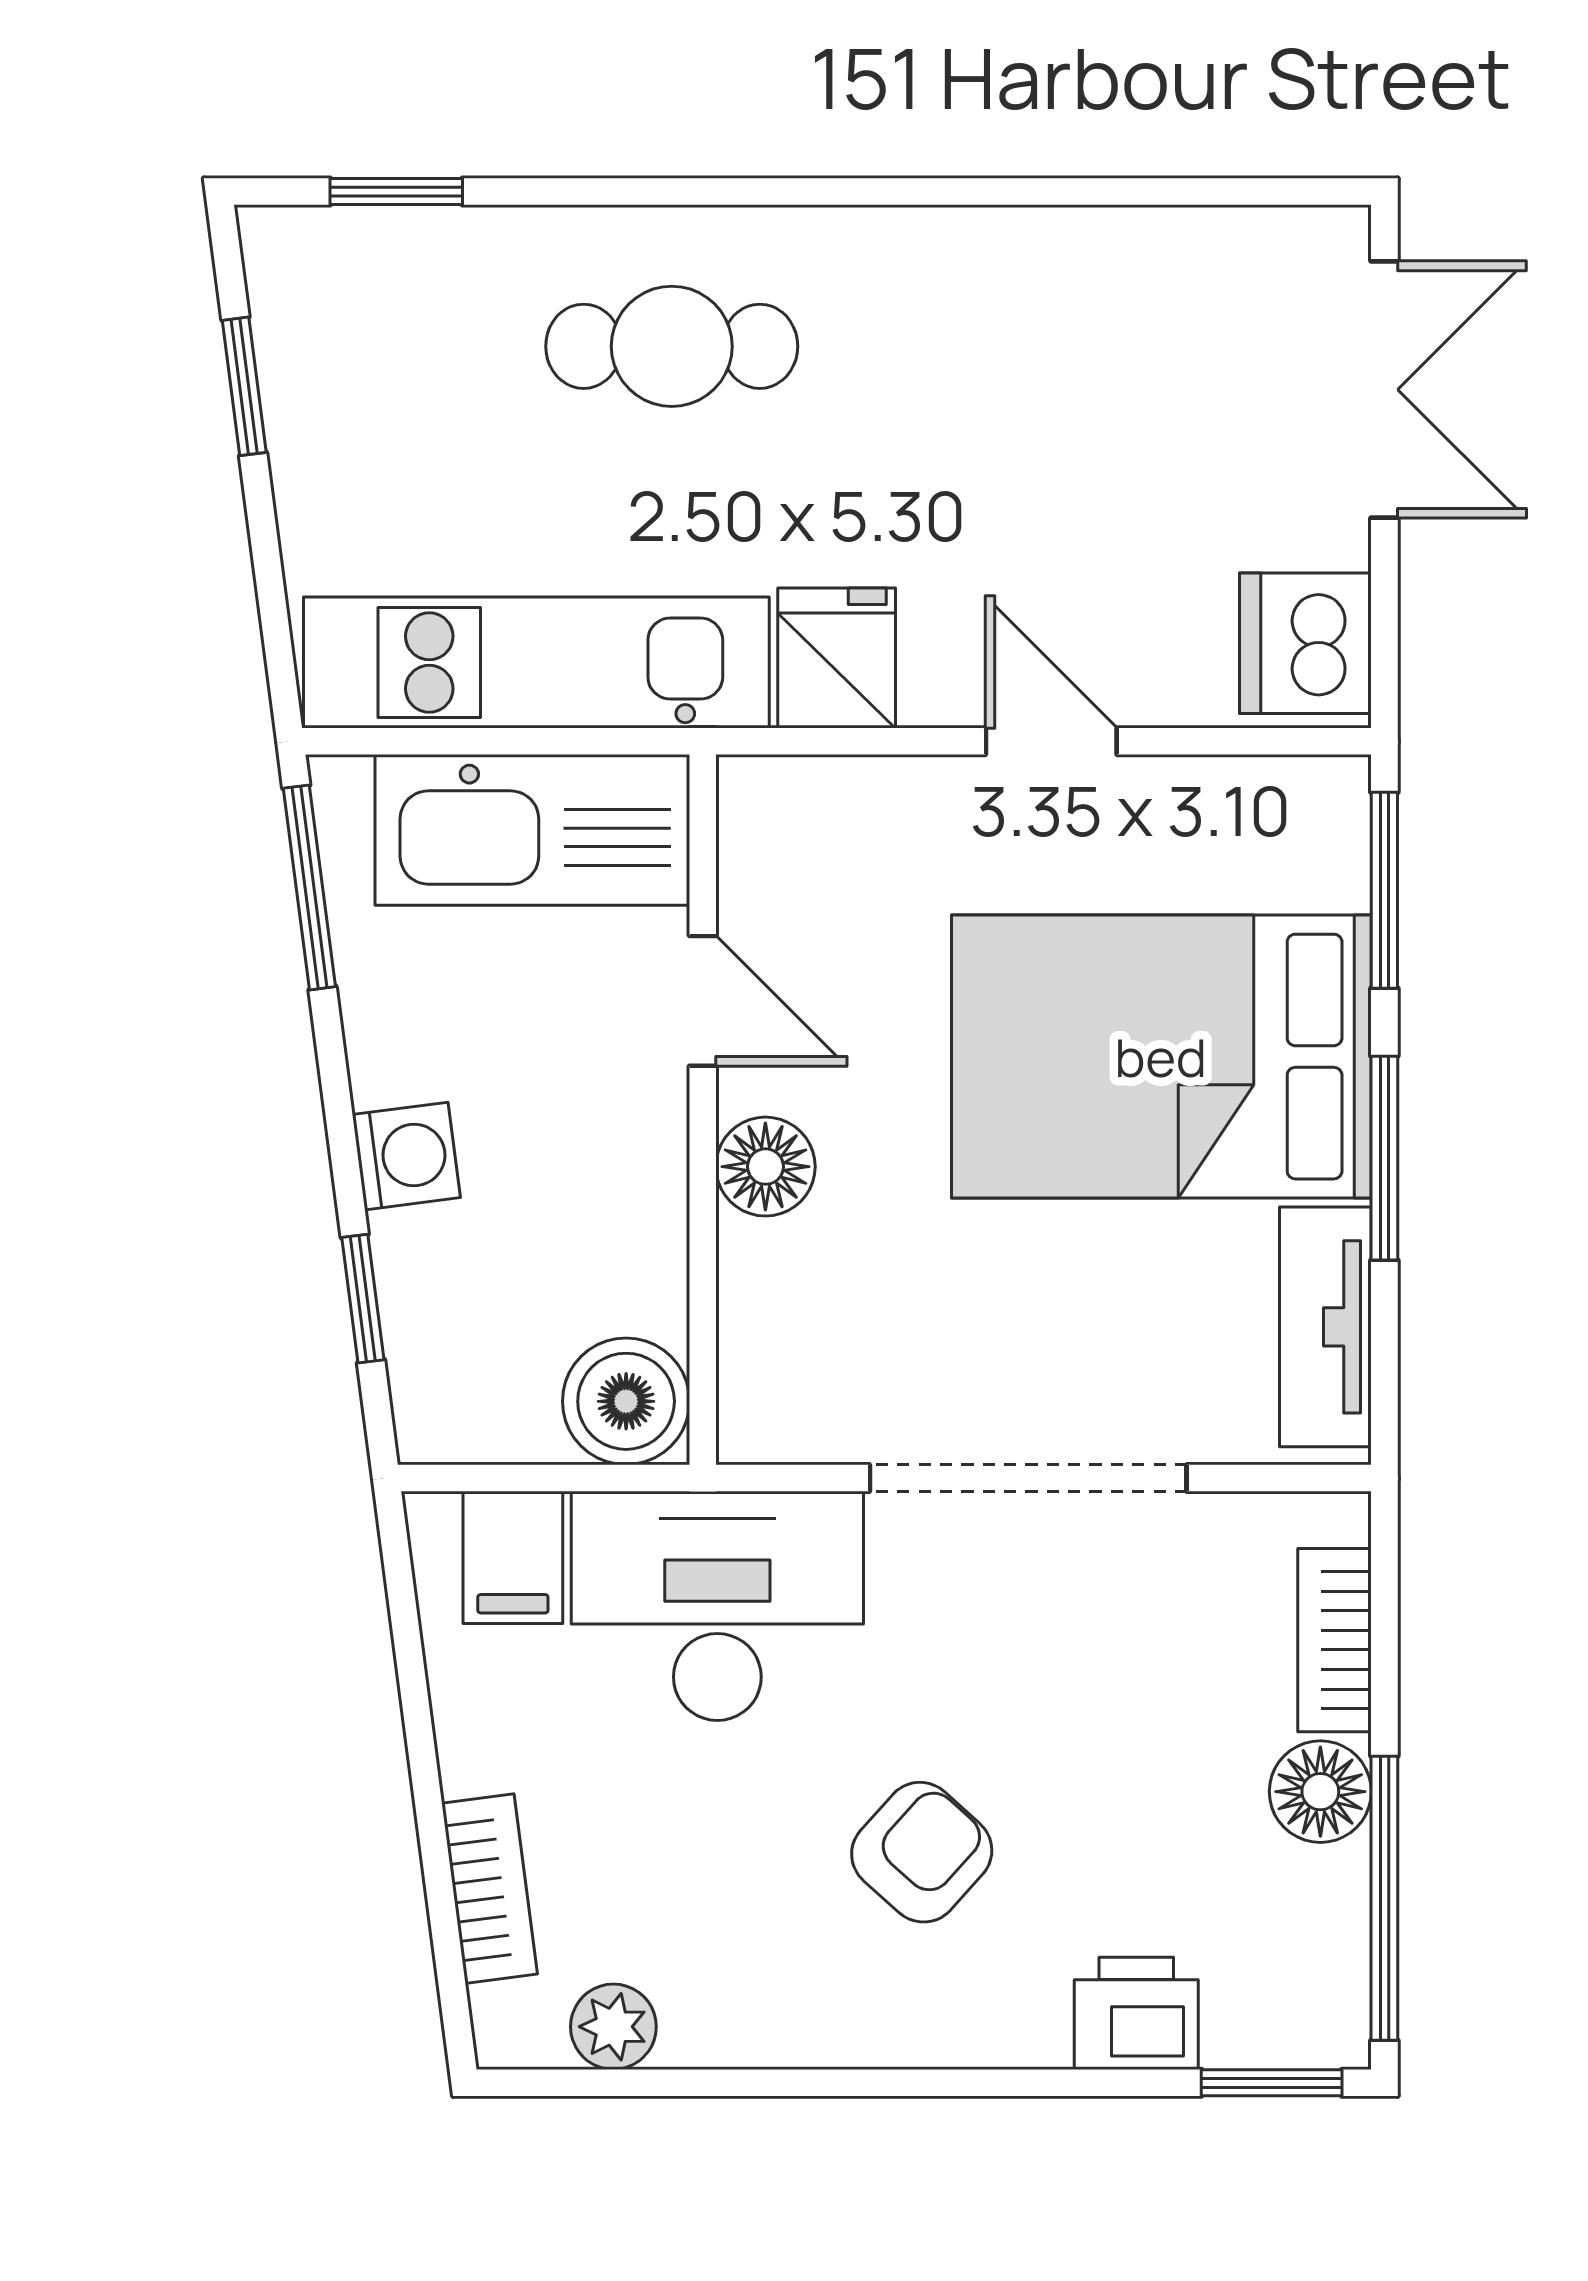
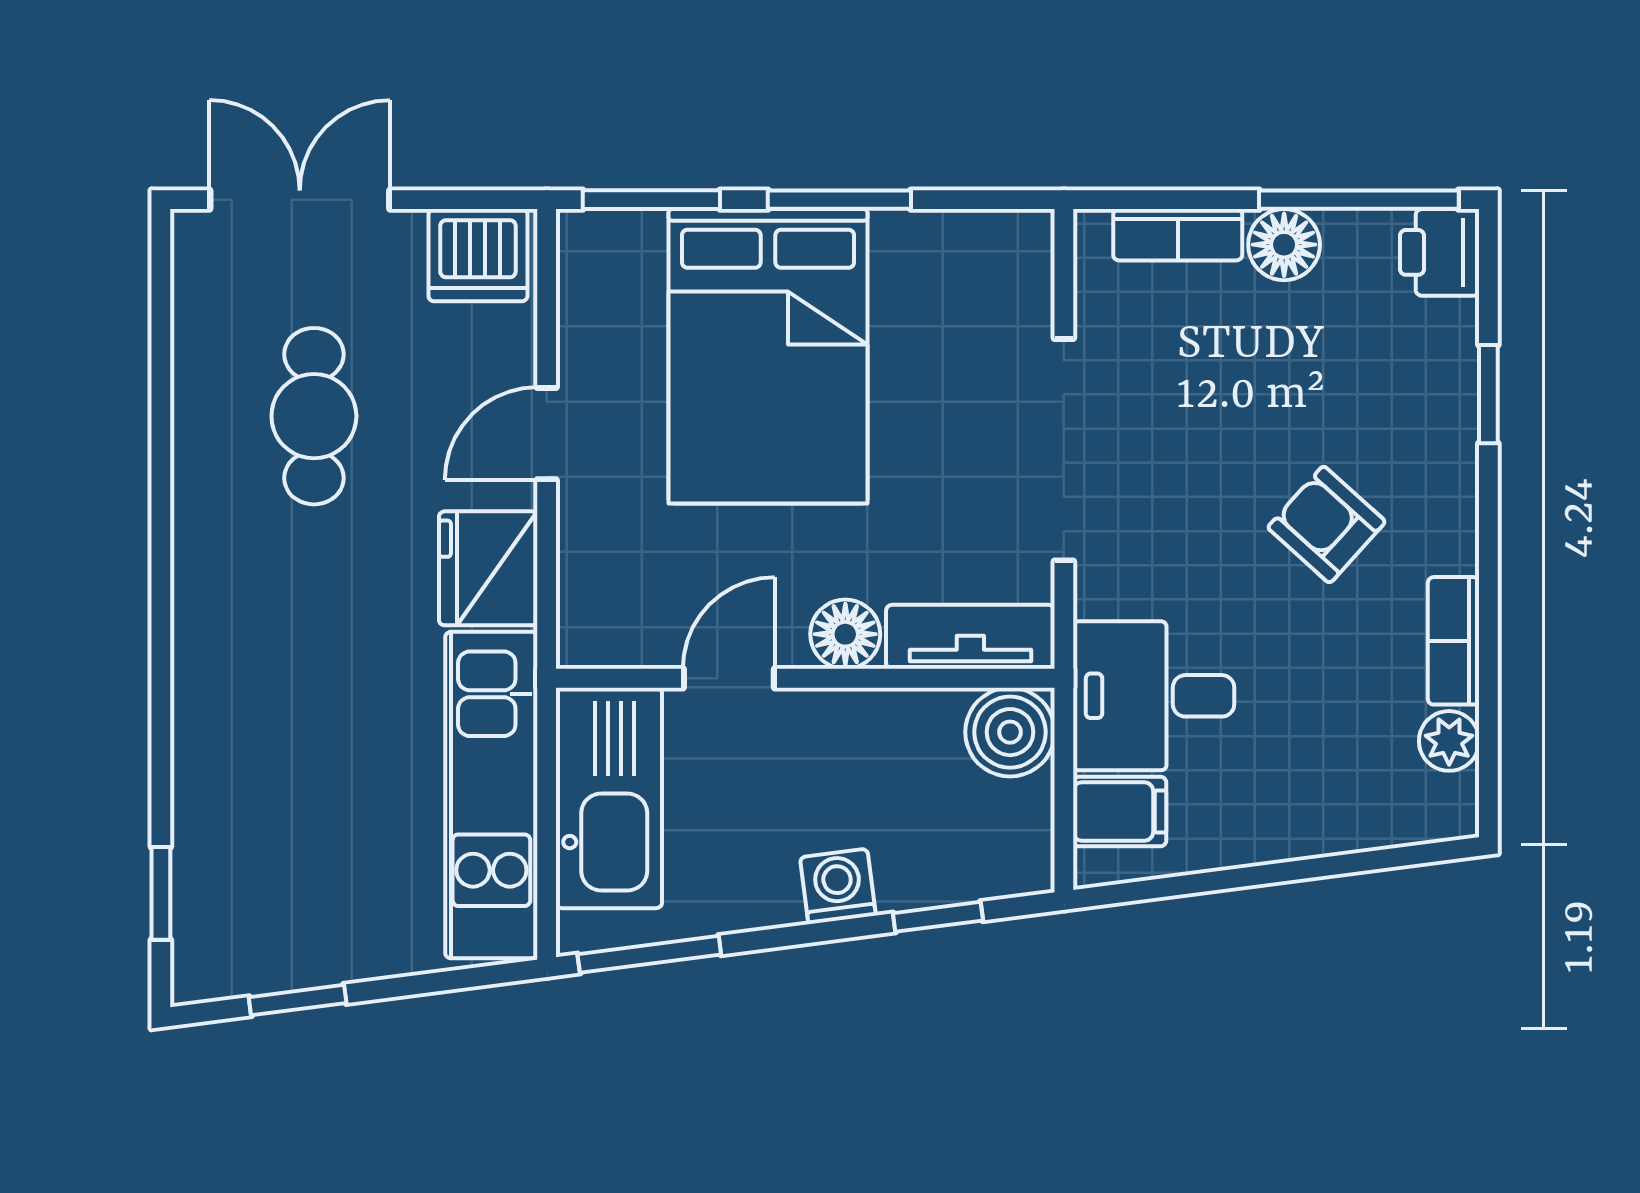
cafe table: (672, 346) -> (314, 416), moved
fridge: (837, 658) -> (488, 568), width x1.38
tv unit: (1325, 1327) -> (970, 637), moved, turned 180
desk: (717, 1606) -> (1154, 696), width x0.73
bookcase: (490, 1889) -> (1454, 641), moved, turned -83
printer: (1136, 2013) -> (1440, 252), moved
window: (1272, 2083) -> (1488, 394), moved

